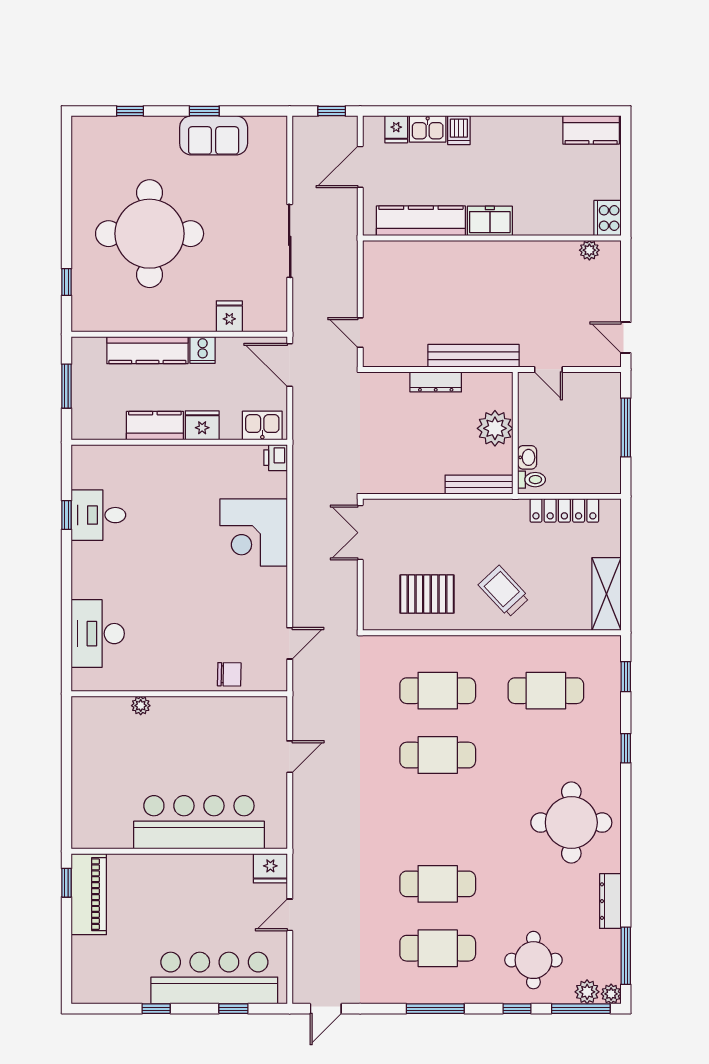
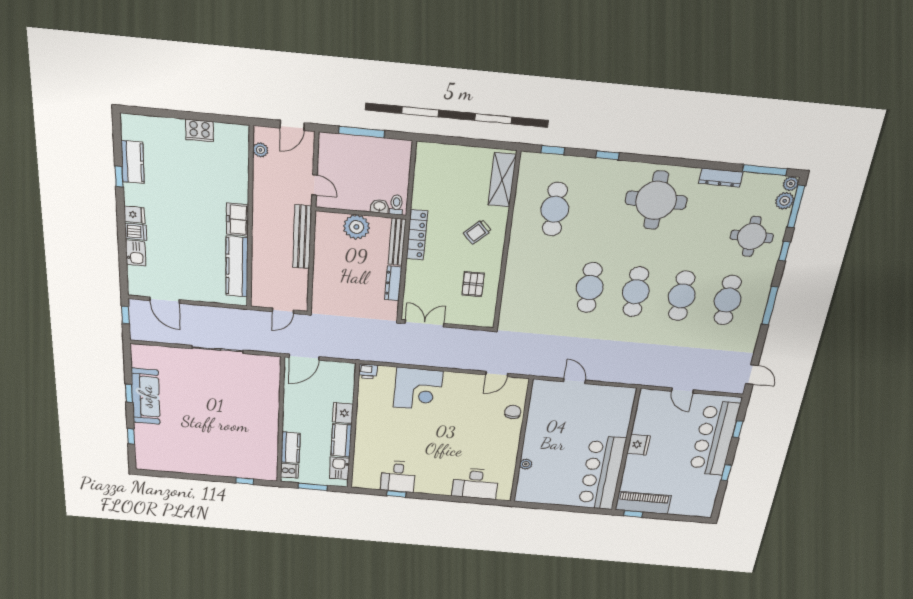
window: (535, 111) -> (119, 177), added
fridge: (396, 129) -> (134, 215), moved
kitchen counter: (591, 130) -> (133, 162), moved
sofa: (214, 135) -> (146, 396), width x1.36
kitchen counter: (421, 221) -> (237, 267), moved
freezer: (490, 221) -> (237, 220), moved
round table: (150, 234) -> (213, 432), removed
wall: (492, 238) -> (250, 219), moved
plant: (589, 250) -> (260, 150), moved
fridge: (229, 316) -> (269, 391), removed
kitchen counter: (147, 350) -> (290, 448), width x0.67
cooker: (203, 350) -> (290, 471), moved
door: (548, 369) -> (315, 185), hinge flipped
dresser: (436, 382) -> (393, 283), moved, turned 180
kitchen sink: (262, 426) -> (340, 468), moved
locker: (564, 510) -> (417, 235), moved
double door: (360, 533) -> (425, 323), swing flipped
trolley: (504, 591) -> (477, 232), width x0.73, depth x0.72
pallet: (427, 594) -> (473, 284), width x0.67, depth x0.71
shelving: (606, 594) -> (502, 180), moved, turned 90
door: (290, 643) -> (497, 374), swing flipped
cafe table: (438, 691) -> (636, 292), moved
bar counter: (199, 822) -> (602, 473), moved
fridge: (270, 868) -> (639, 445), moved

